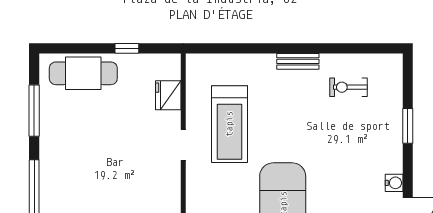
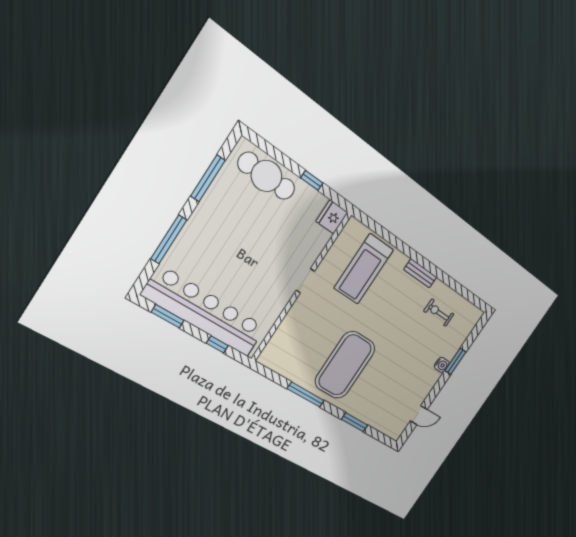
fridge: (168, 95) -> (332, 217), moved
treadmill: (229, 124) -> (364, 269), moved
water cooler: (394, 183) -> (442, 365), moved

